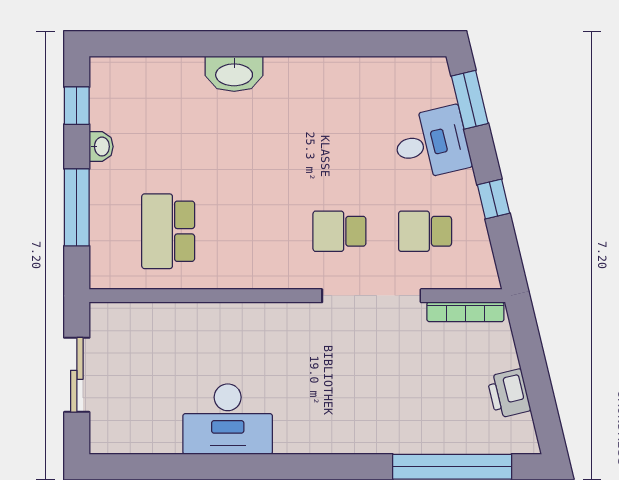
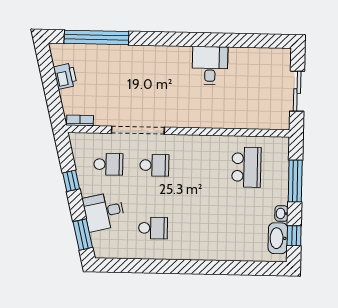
washbasin: (234, 74) -> (278, 238), moved, turned -90
school desk: (339, 114) -> (153, 228), added
bookcase: (465, 312) -> (80, 120), width x0.64
desk: (228, 419) -> (210, 65), width x0.73

